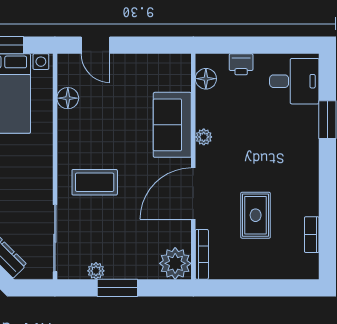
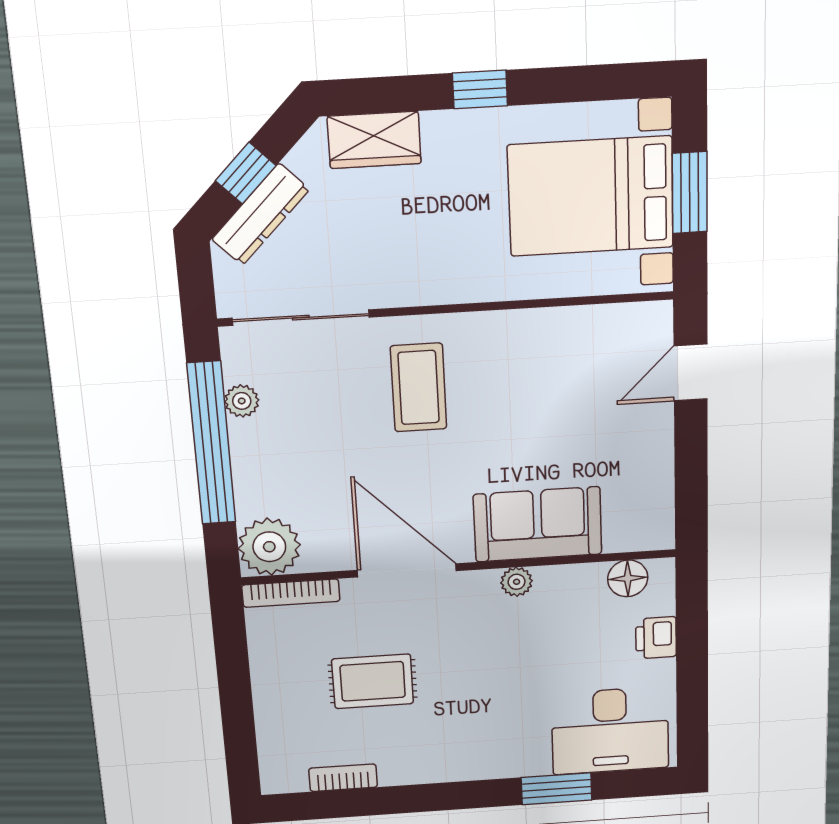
desk: (294, 81) -> (610, 731), width x1.37
floor lamp: (68, 98) -> (584, 326), removed
window: (117, 288) -> (211, 443), width x2.11

